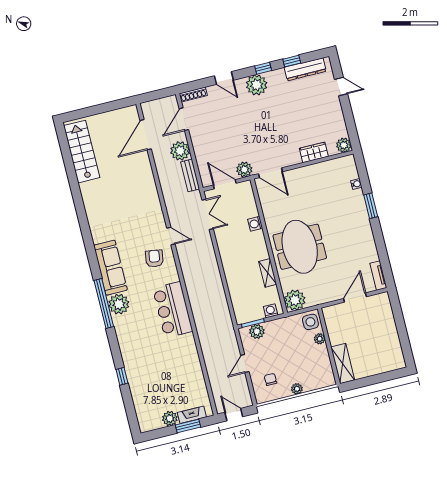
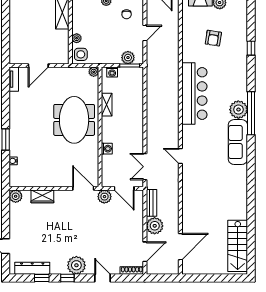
armchair: (154, 258) -> (213, 38), moved
plant: (295, 300) -> (94, 72), width x0.53, depth x0.53
bar counter: (173, 310) -> (194, 93), width x1.36

